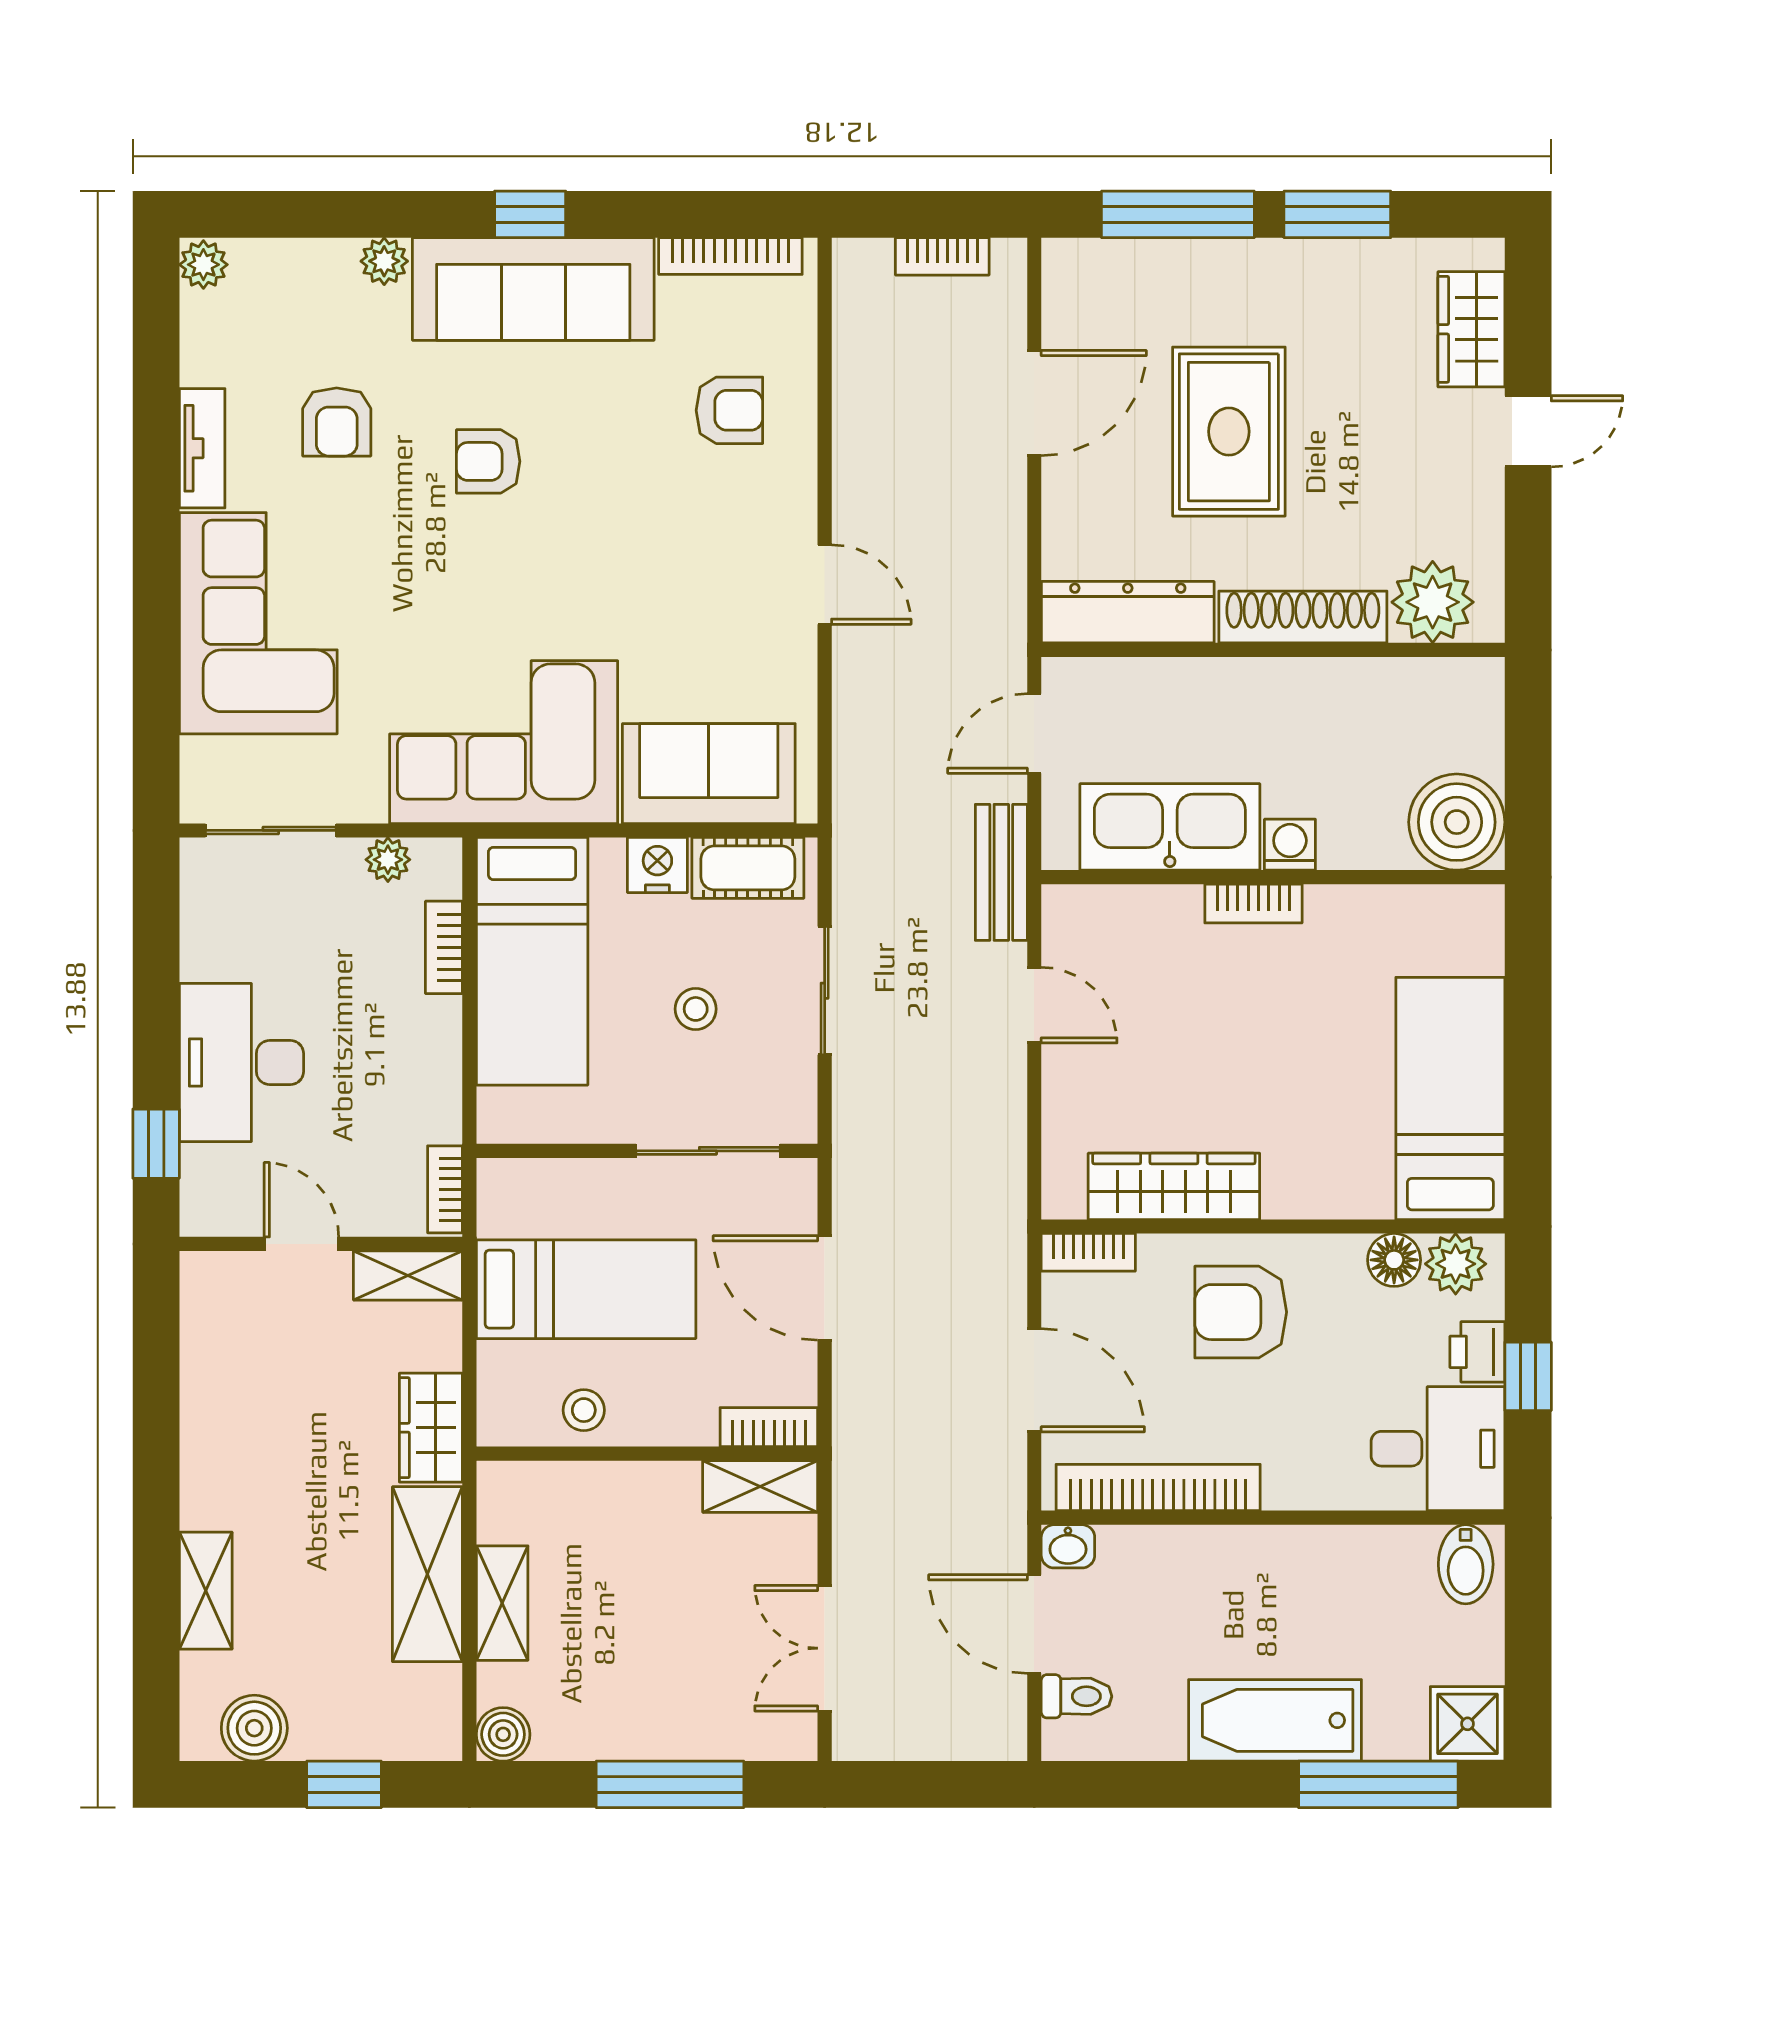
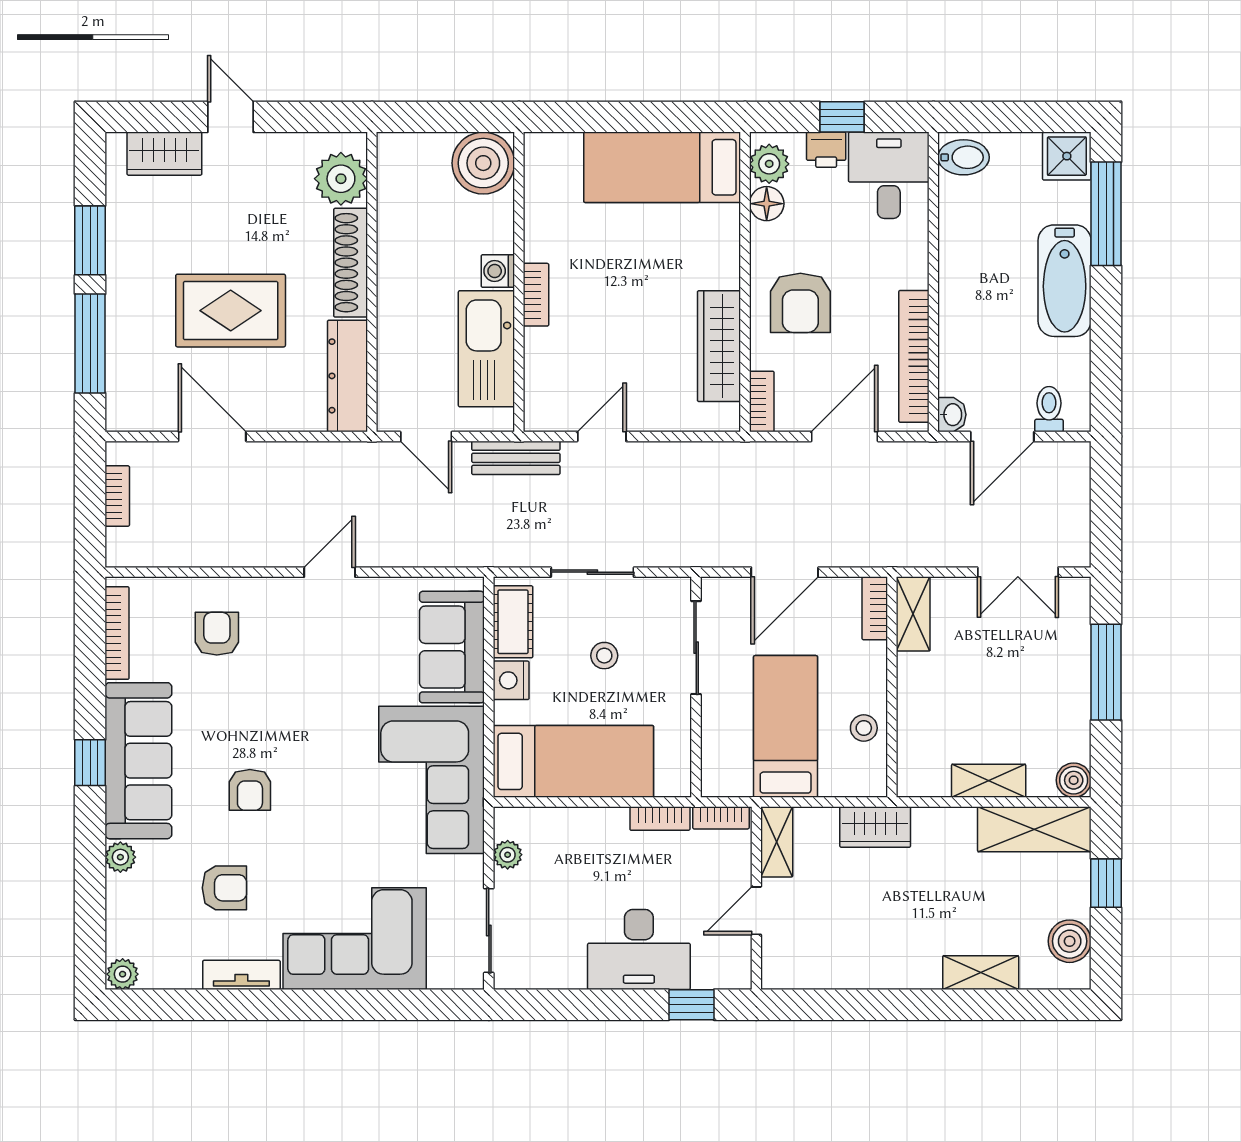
bookcase: (444, 947) -> (660, 818), moved
shelving: (427, 1574) -> (1034, 829), moved

